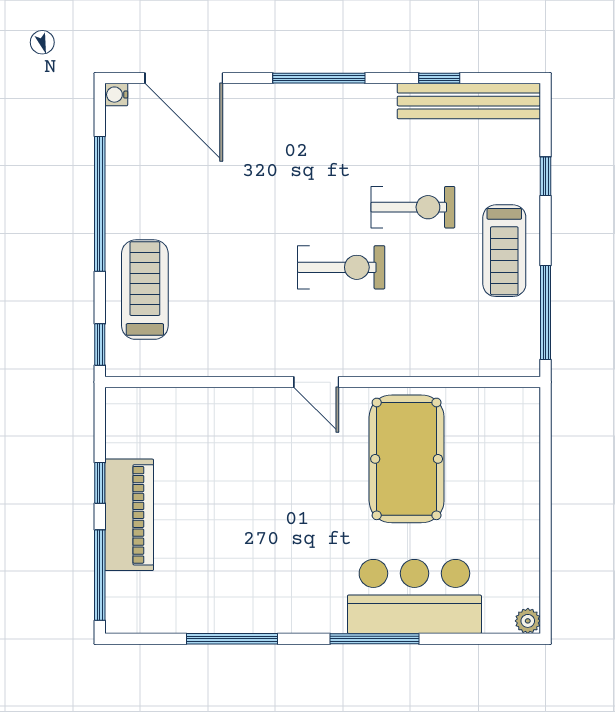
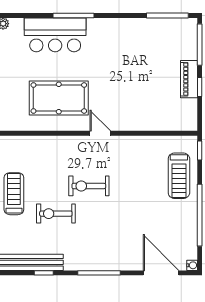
pool table: (407, 459) -> (59, 98), turned 90
piano: (129, 515) -> (189, 79), width x0.73, depth x0.75
window: (232, 639) -> (167, 15), moved

